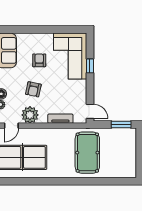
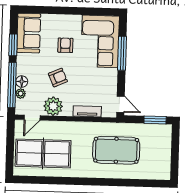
window: (90, 66) -> (122, 53), width x2.17
armchair: (33, 89) -> (58, 78), turned -126
pool table: (87, 153) -> (116, 150), turned 90

